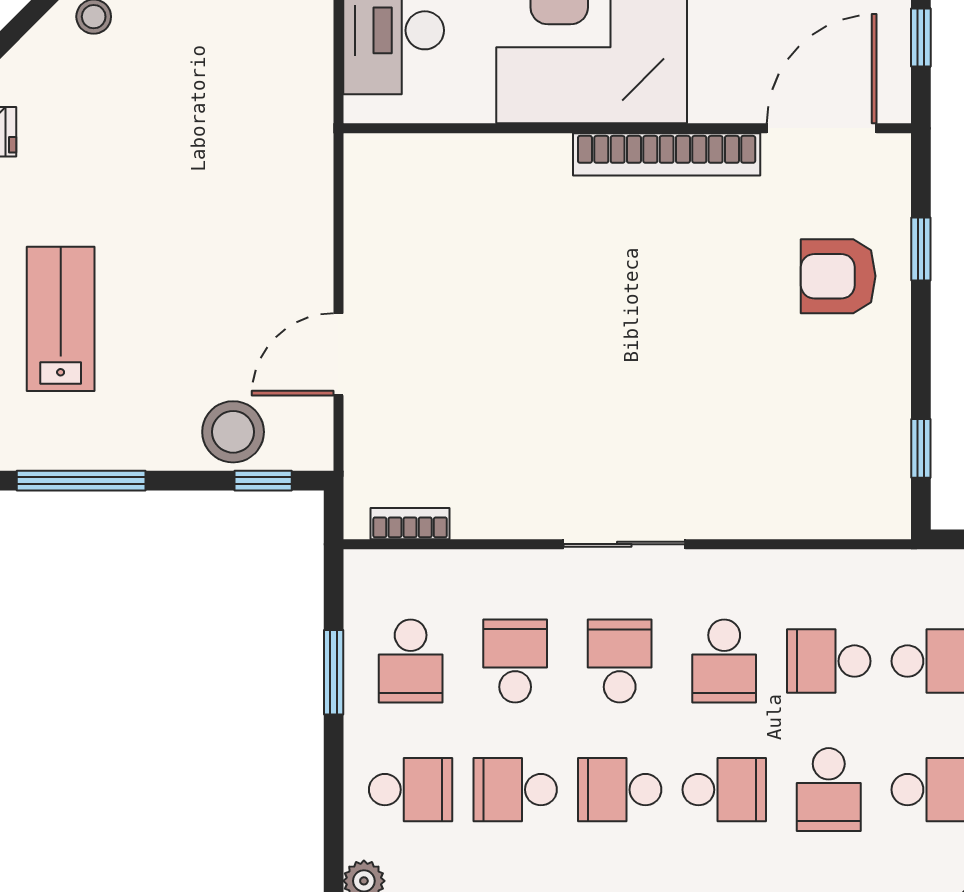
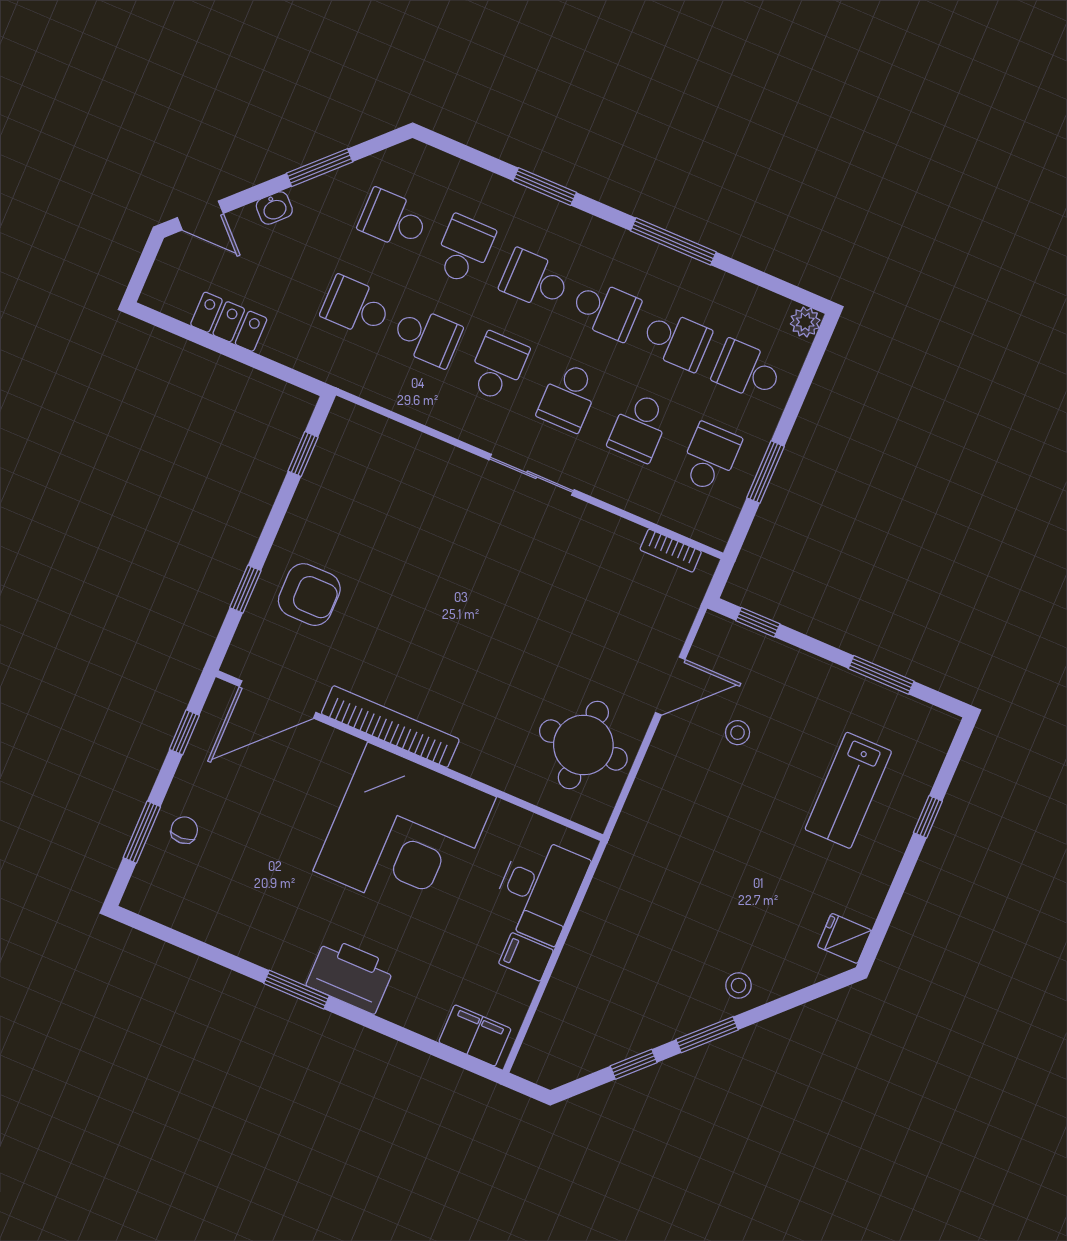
round table: (416, 234) -> (583, 745), added
stool: (233, 432) -> (738, 733), moved, width x0.53, depth x0.53
window: (81, 481) -> (881, 675), width x0.69

